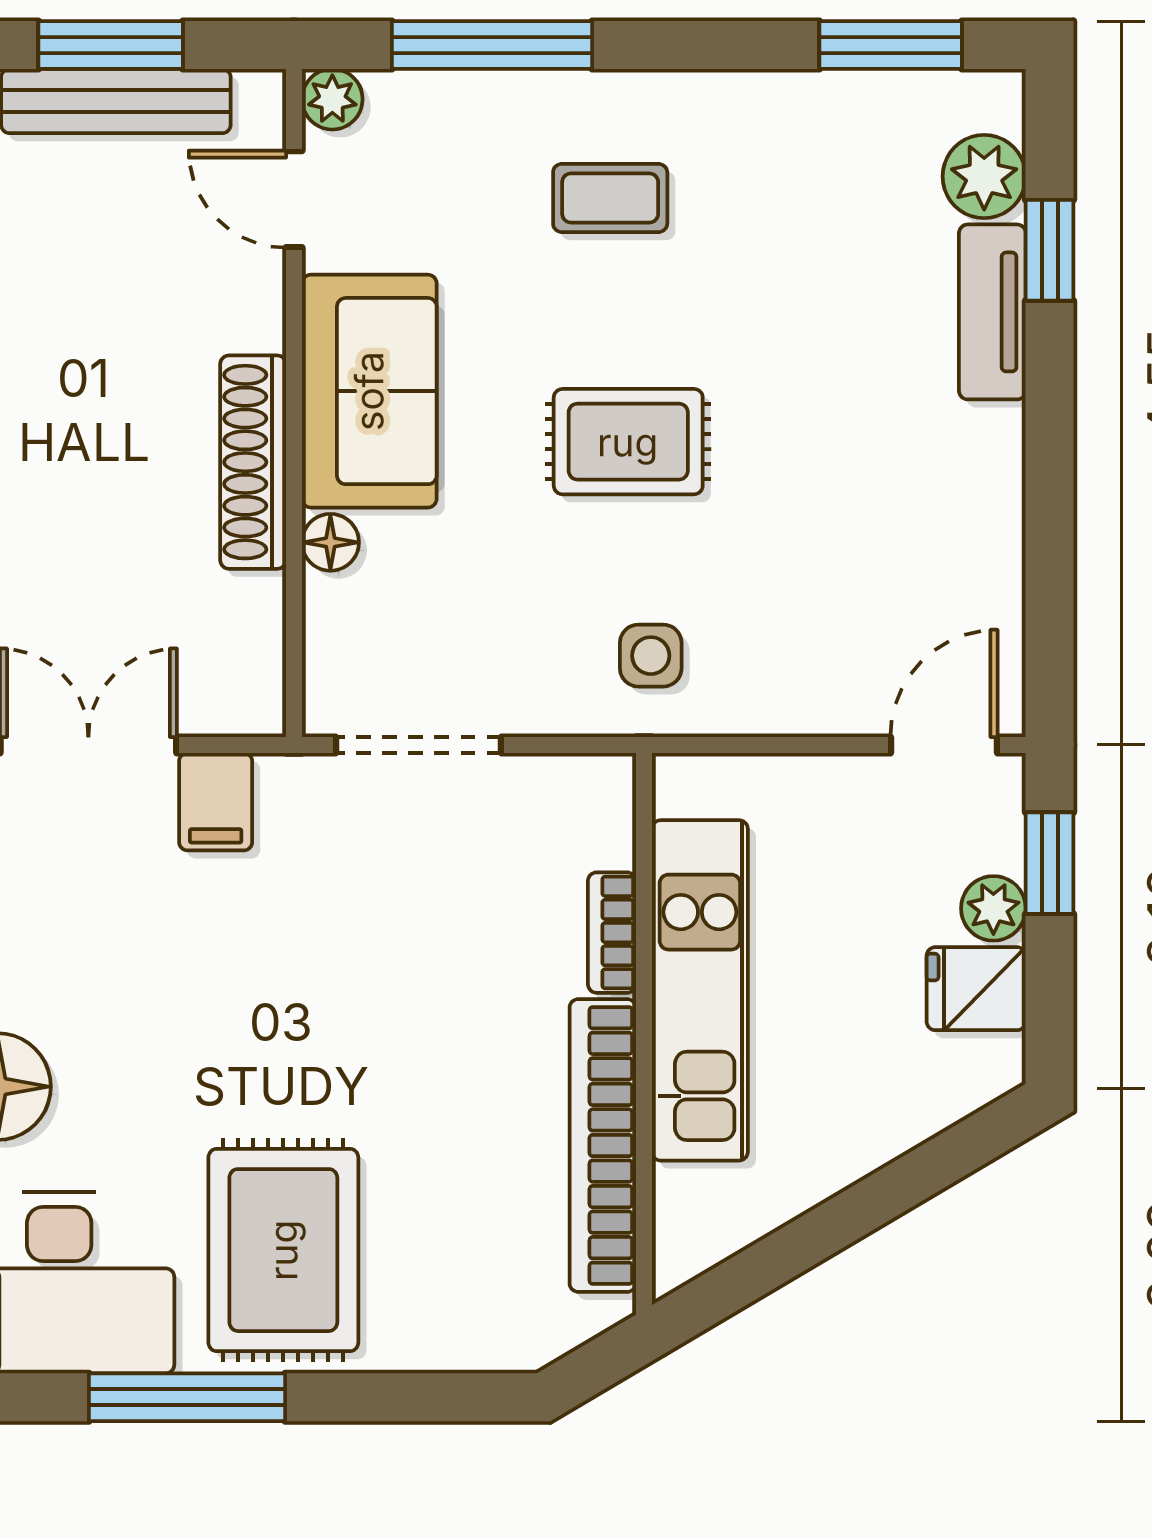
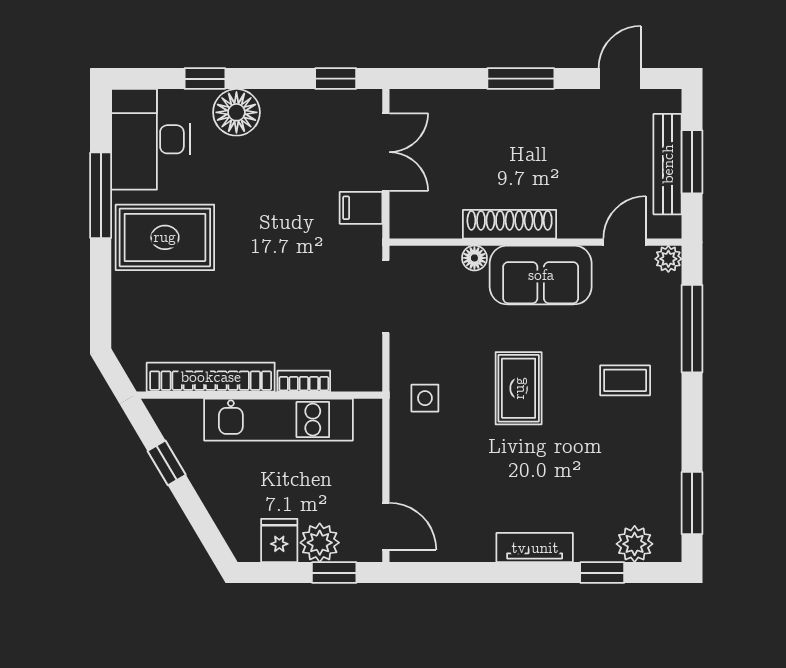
coffee table: (610, 198) -> (625, 380), turned 90
tv unit: (992, 312) -> (535, 548), moved
plant: (993, 908) -> (320, 543), width x1.38, depth x1.38
window: (799, 1246) -> (167, 463), added

